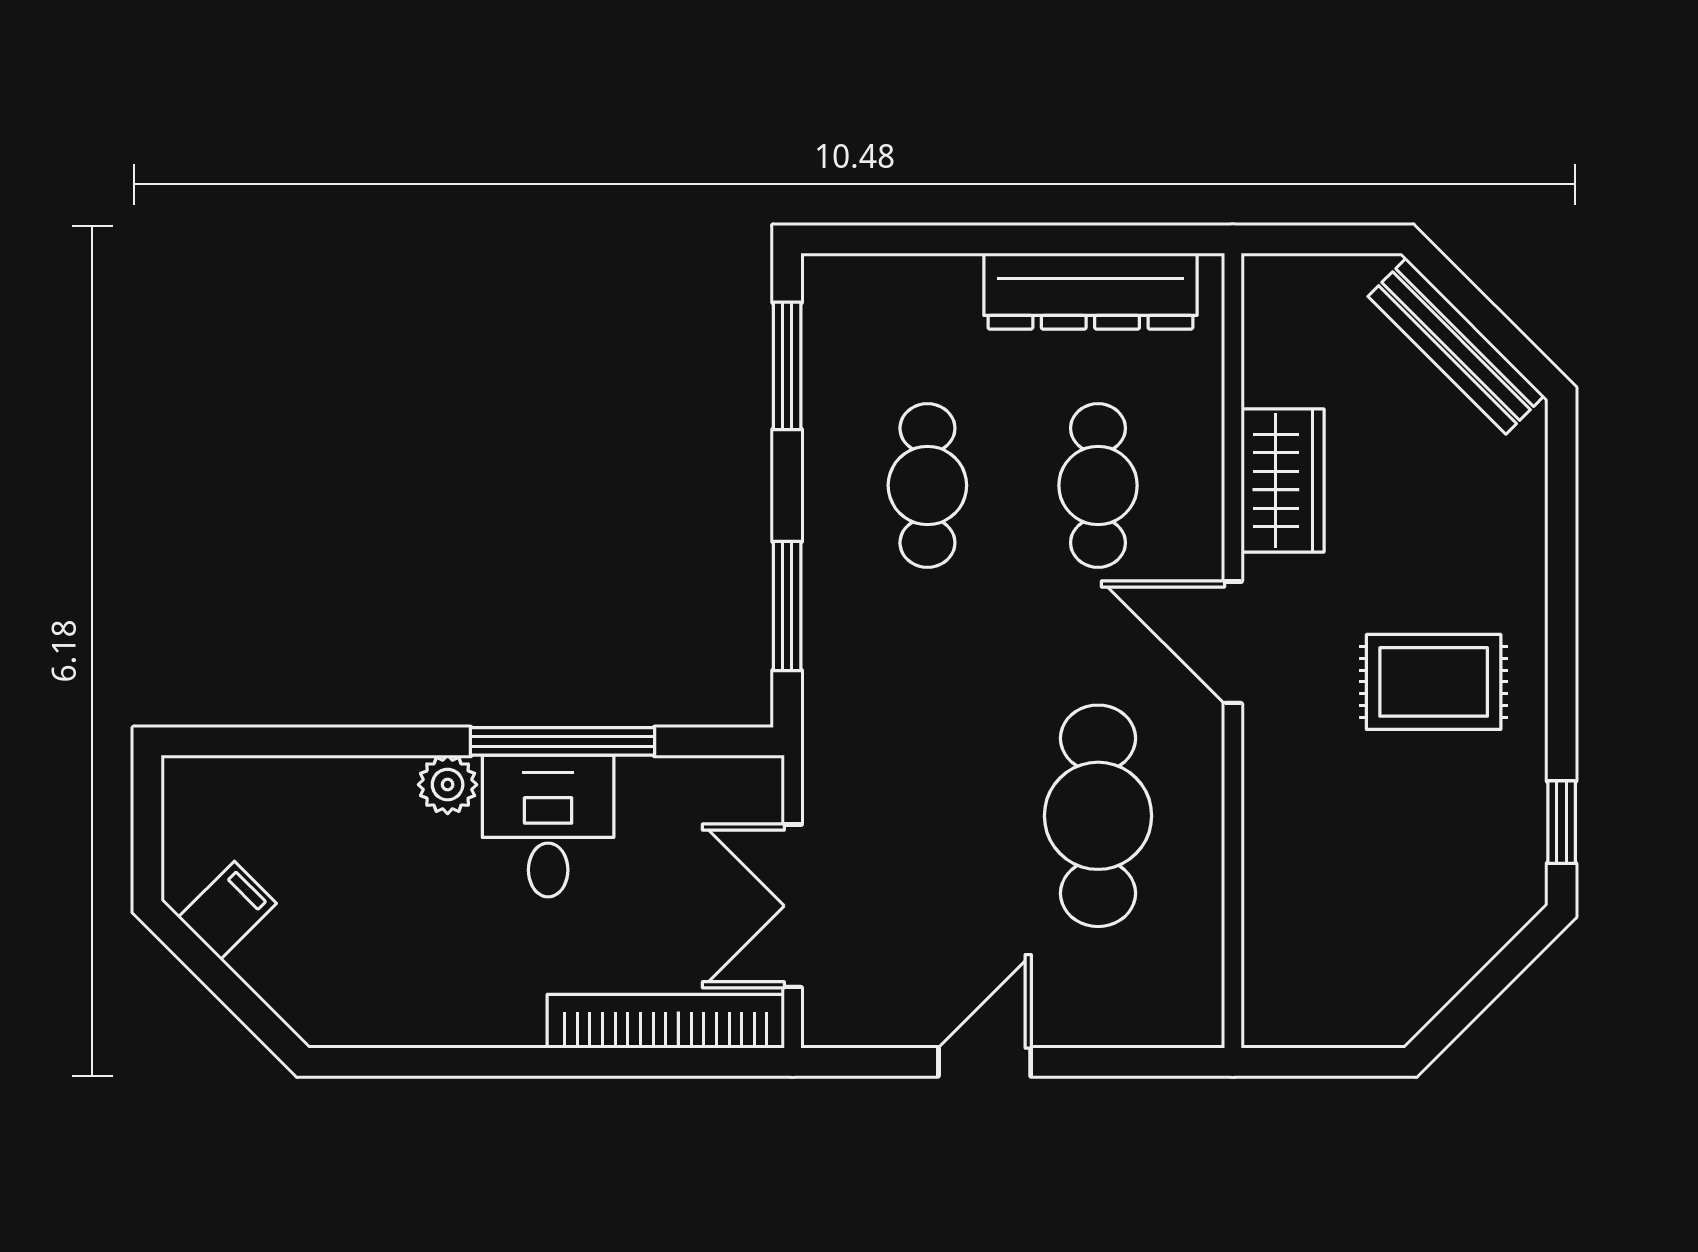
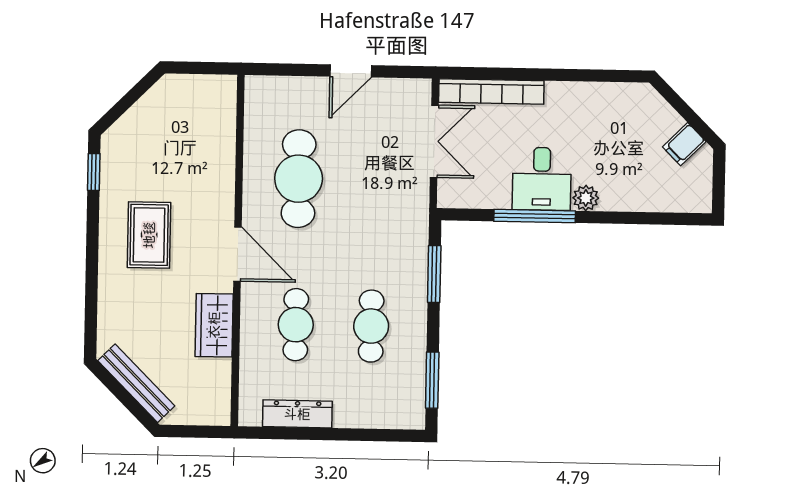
dresser: (1090, 291) -> (297, 414), width x0.73, depth x0.80
rug: (1434, 682) -> (149, 235), turned 90

